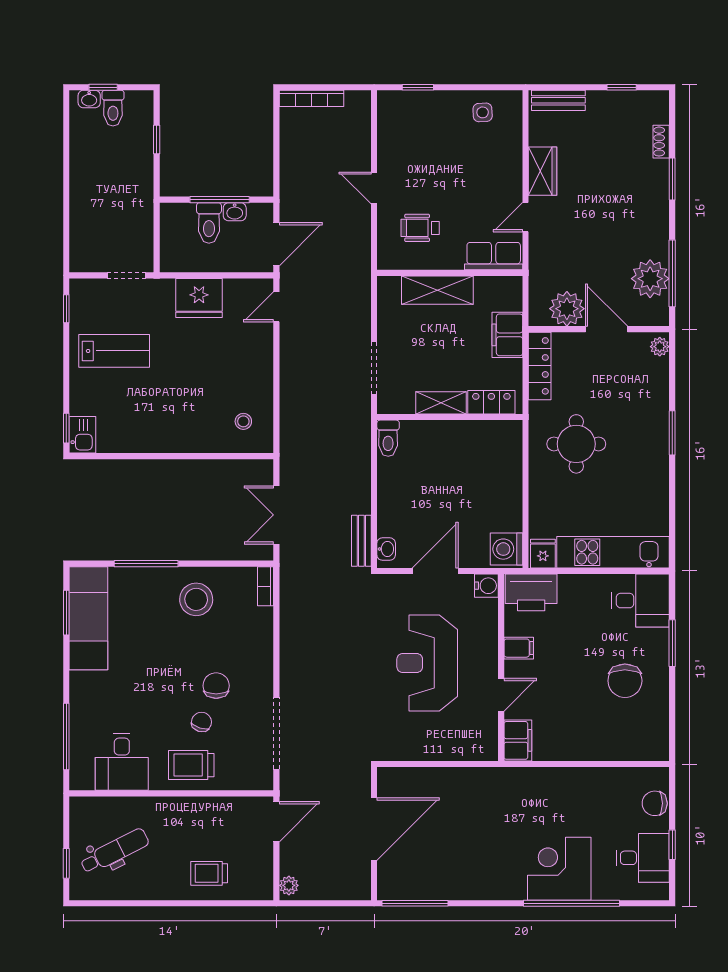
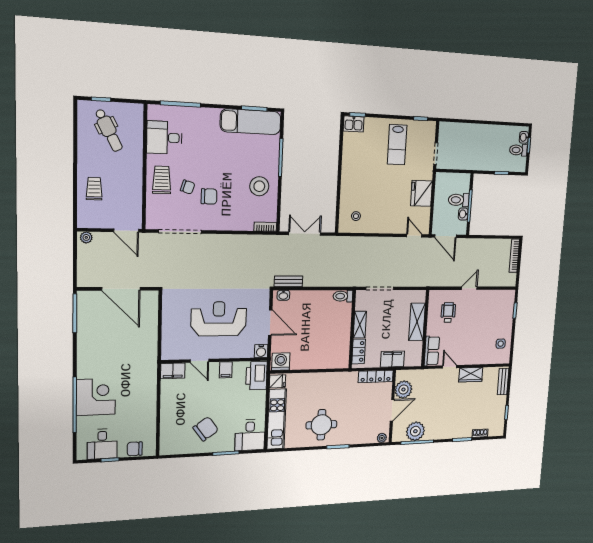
round table: (576, 444) -> (321, 425), moved
chair: (625, 681) -> (206, 429), turned 144
chair: (655, 803) -> (135, 449), turned -90

